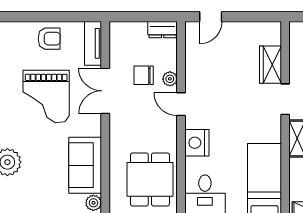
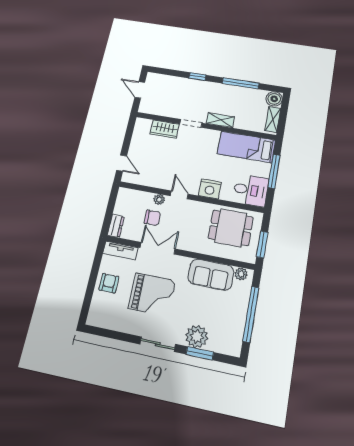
dresser: (163, 30) -> (116, 226), moved
chair: (144, 75) -> (152, 218), turned -90
double door: (105, 91) -> (158, 248), swing flipped
door: (181, 104) -> (179, 195), swing flipped

